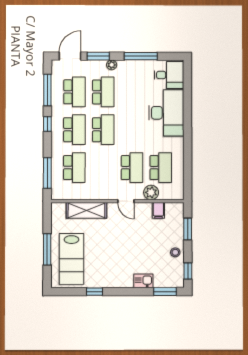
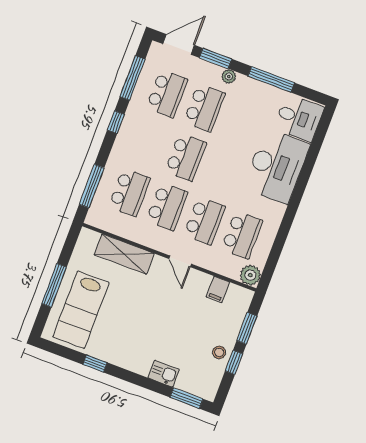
school desk: (74, 130) -> (167, 207), moved
plant: (151, 192) -> (250, 275), moved
window: (188, 271) -> (234, 362), moved

